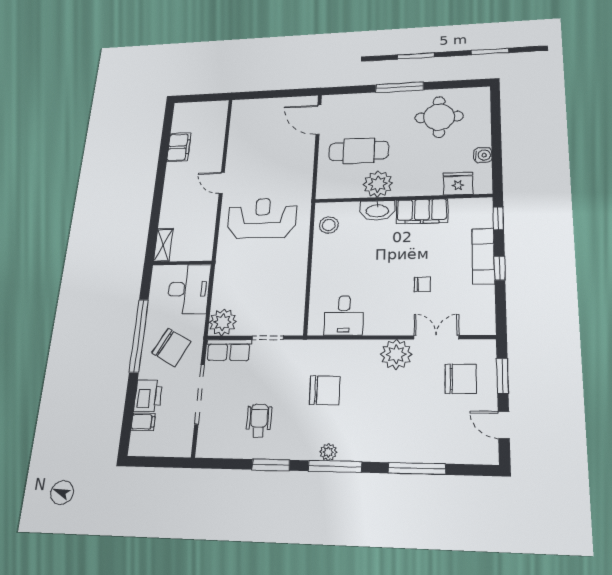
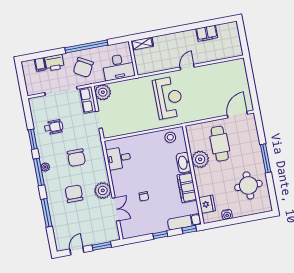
exam couch: (483, 256) -> (184, 222), moved
chair: (461, 379) -> (74, 194), moved, turned 180

